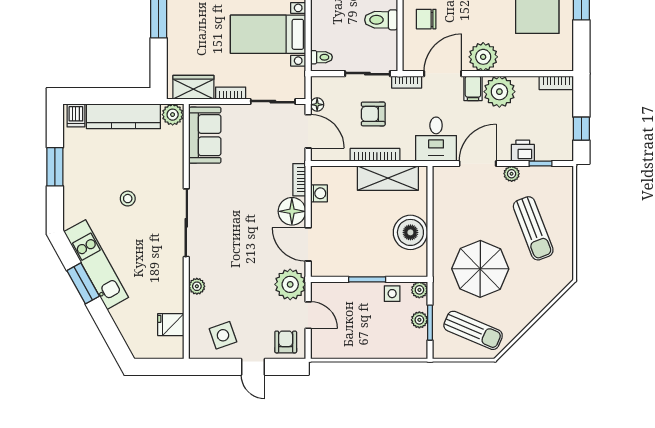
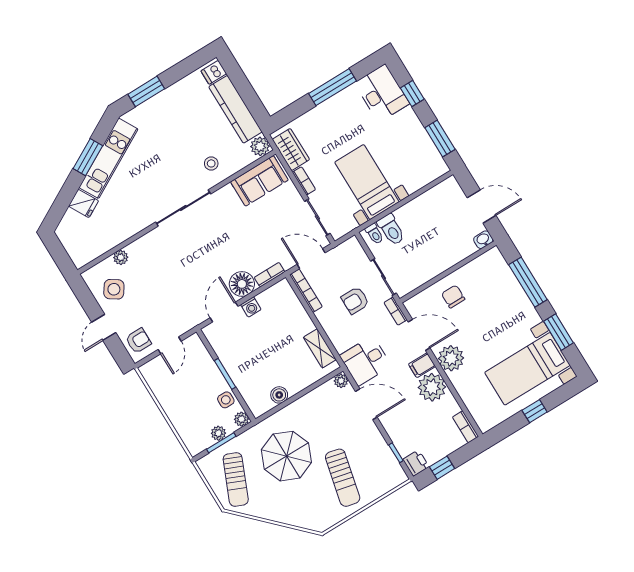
toilet: (381, 20) -> (391, 230), moved, turned 180
floor lamp: (317, 105) -> (336, 253), removed
armchair: (373, 114) -> (355, 300), turned -90
door: (308, 131) -> (311, 259), swing flipped
printer: (523, 151) -> (416, 463), moved
bookcase: (375, 155) -> (306, 291), moved
window: (55, 167) -> (146, 91), moved
plant: (512, 174) -> (341, 381), moved
shelving: (388, 178) -> (320, 348), width x0.67, depth x0.75
washing machine: (319, 193) -> (251, 307), moved
stool: (128, 199) -> (211, 163), moved
sun lounger: (533, 228) -> (343, 478), turned -56
boiler: (410, 232) -> (279, 395), width x0.54, depth x0.54
plant: (290, 284) -> (185, 317), removed
plant: (197, 286) -> (121, 257), moved
fridge: (171, 325) -> (84, 203), moved, turned 151
side table: (223, 335) -> (114, 289), turned -37

